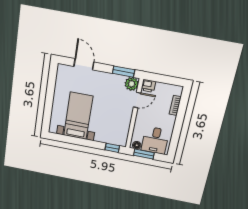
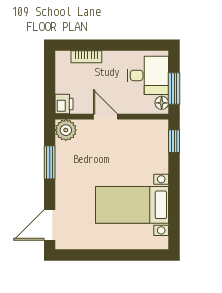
door: (84, 64) -> (50, 225), moved
window: (124, 72) -> (50, 162), moved
door: (137, 100) -> (105, 117), moved

